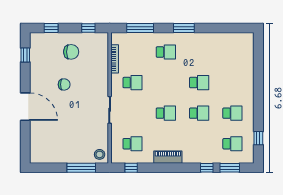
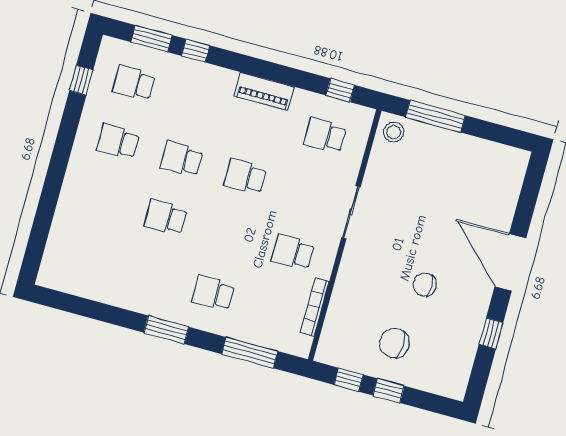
window: (51, 28) -> (389, 391), moved
window: (25, 55) -> (491, 333), moved

